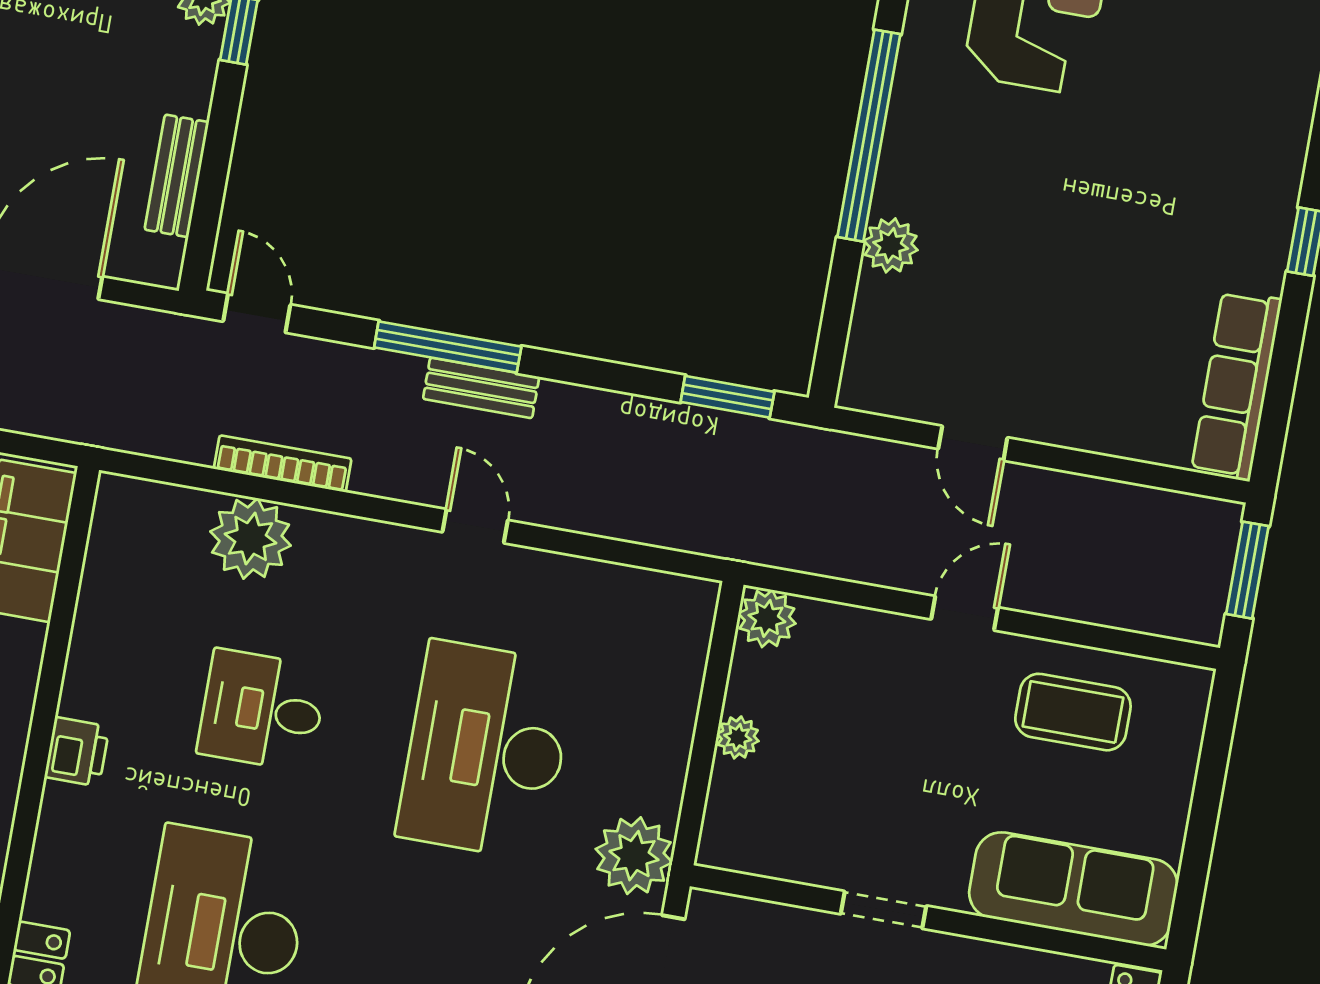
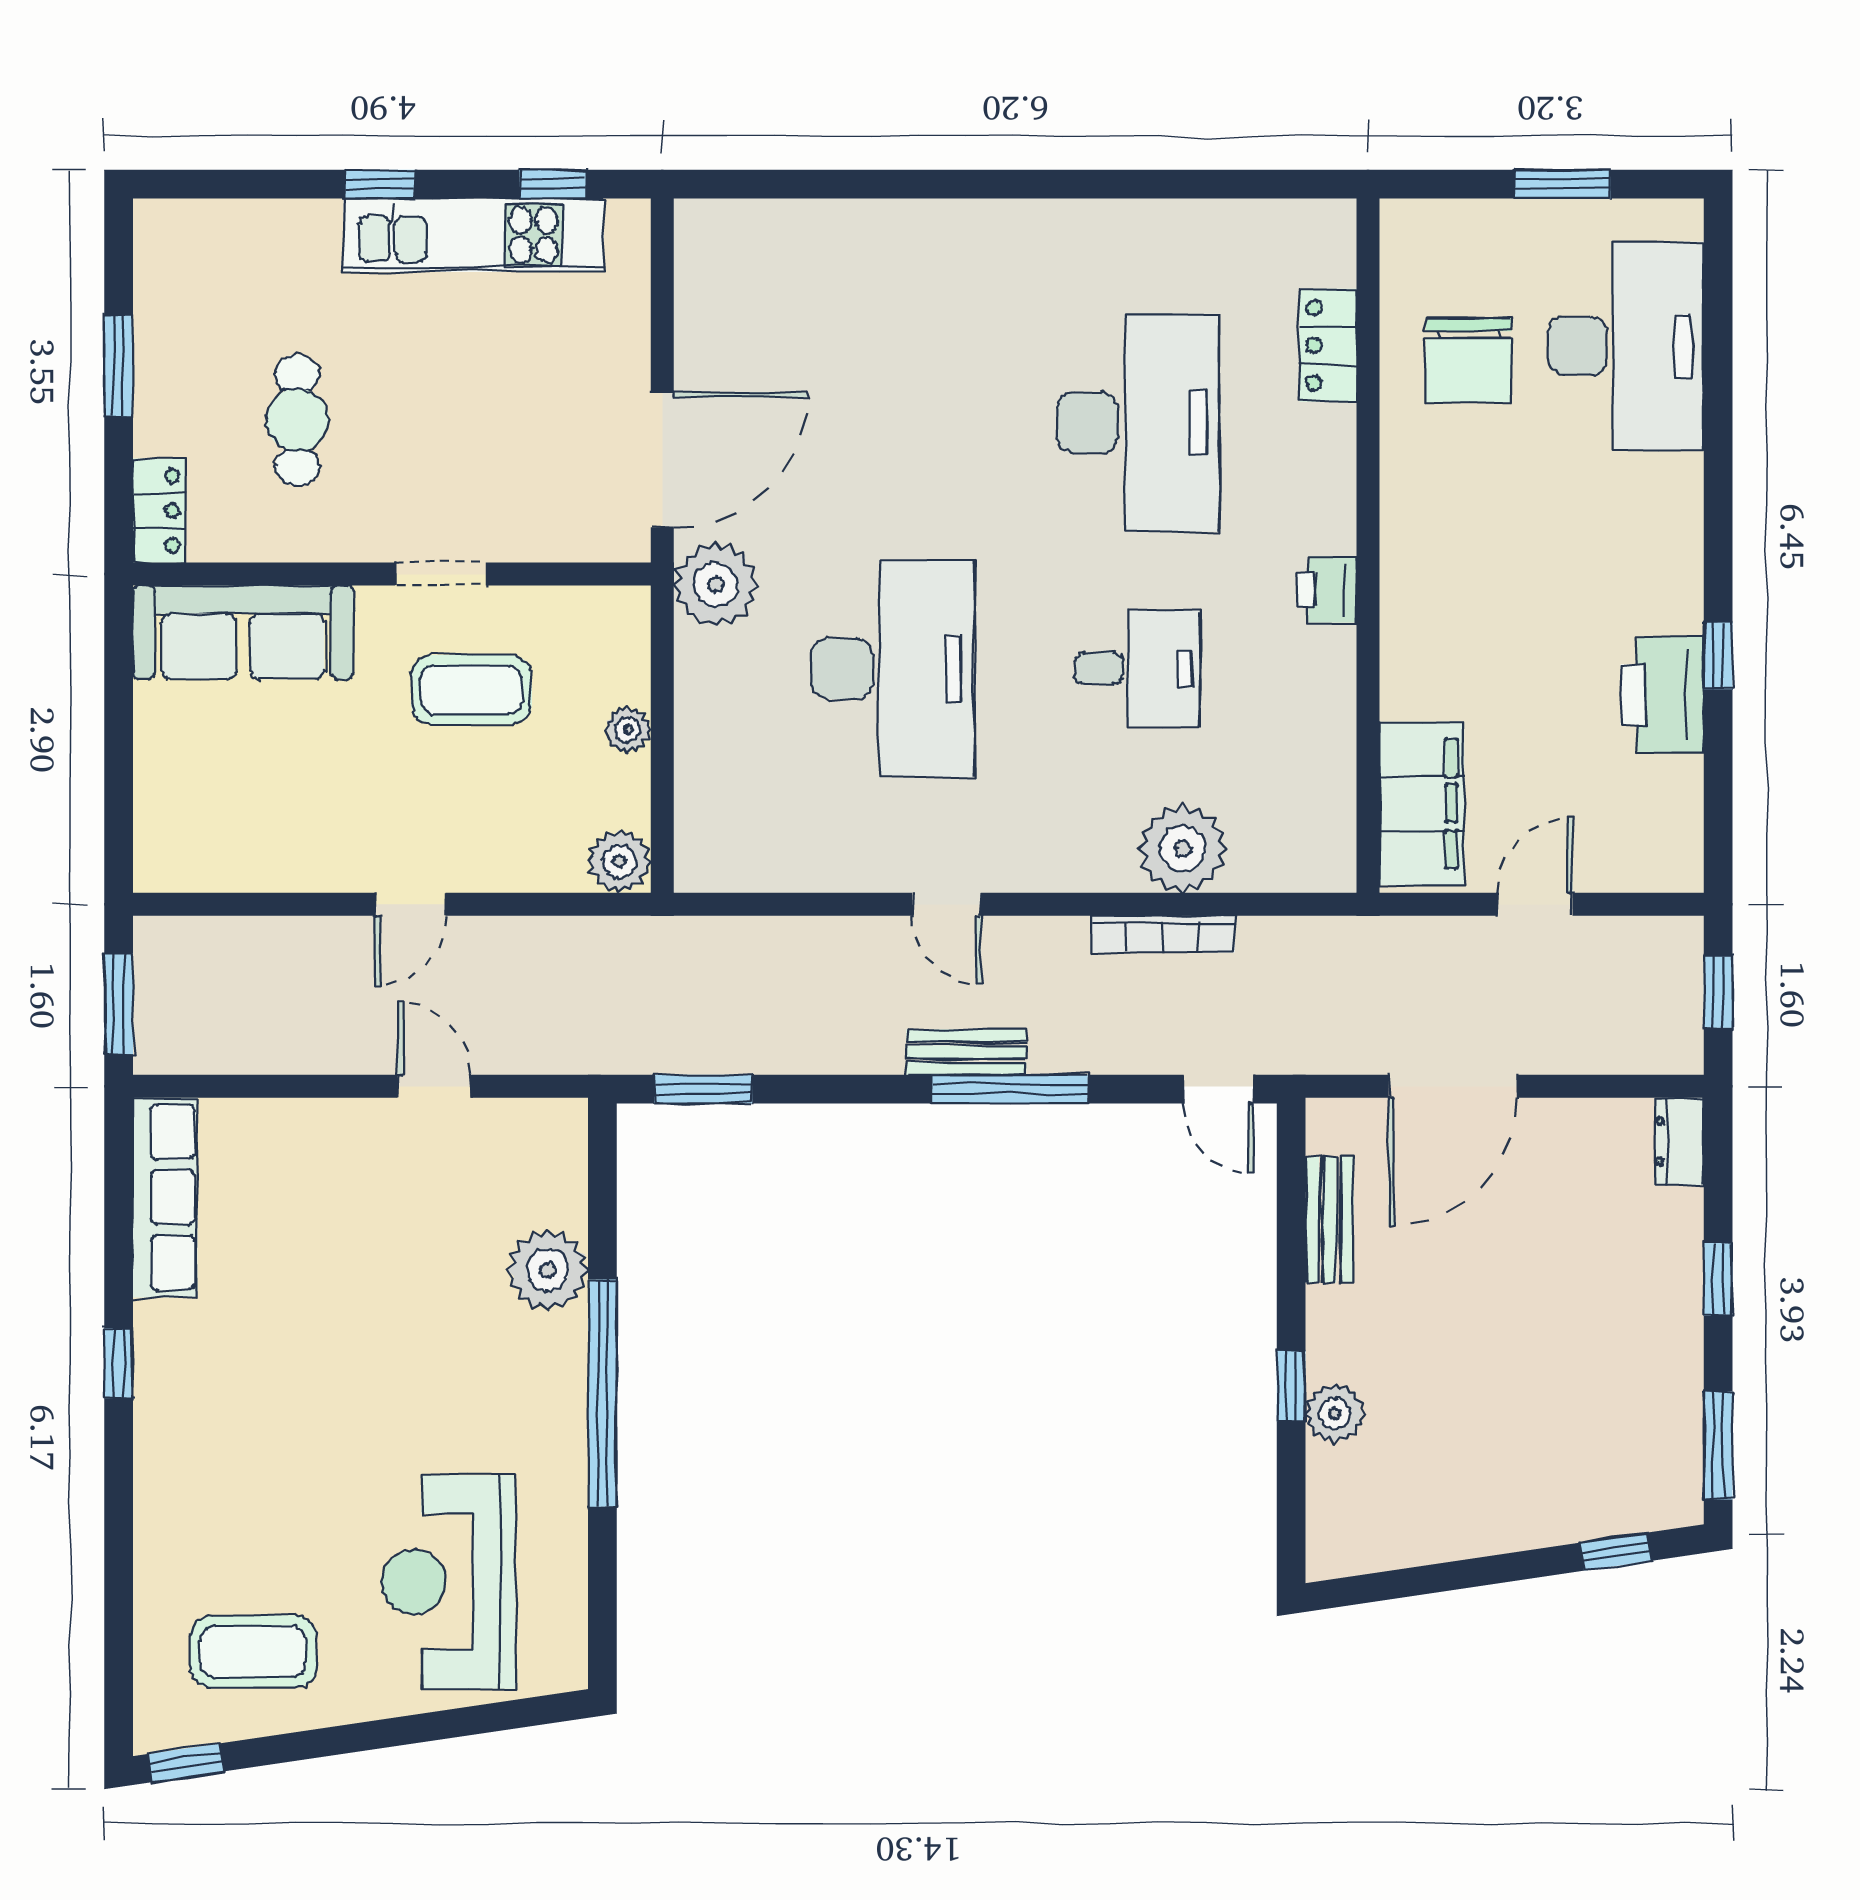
plant: (891, 245) -> (548, 1270), width x1.36, depth x1.36
coffee table: (1073, 712) -> (471, 690), moved

